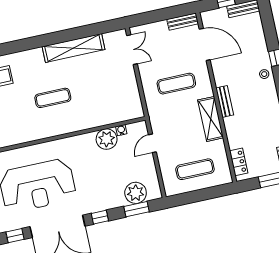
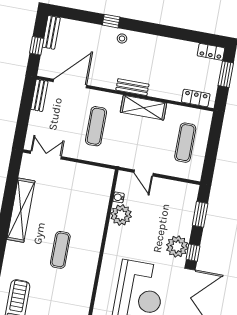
plant: (136, 193) -> (177, 247), moved

